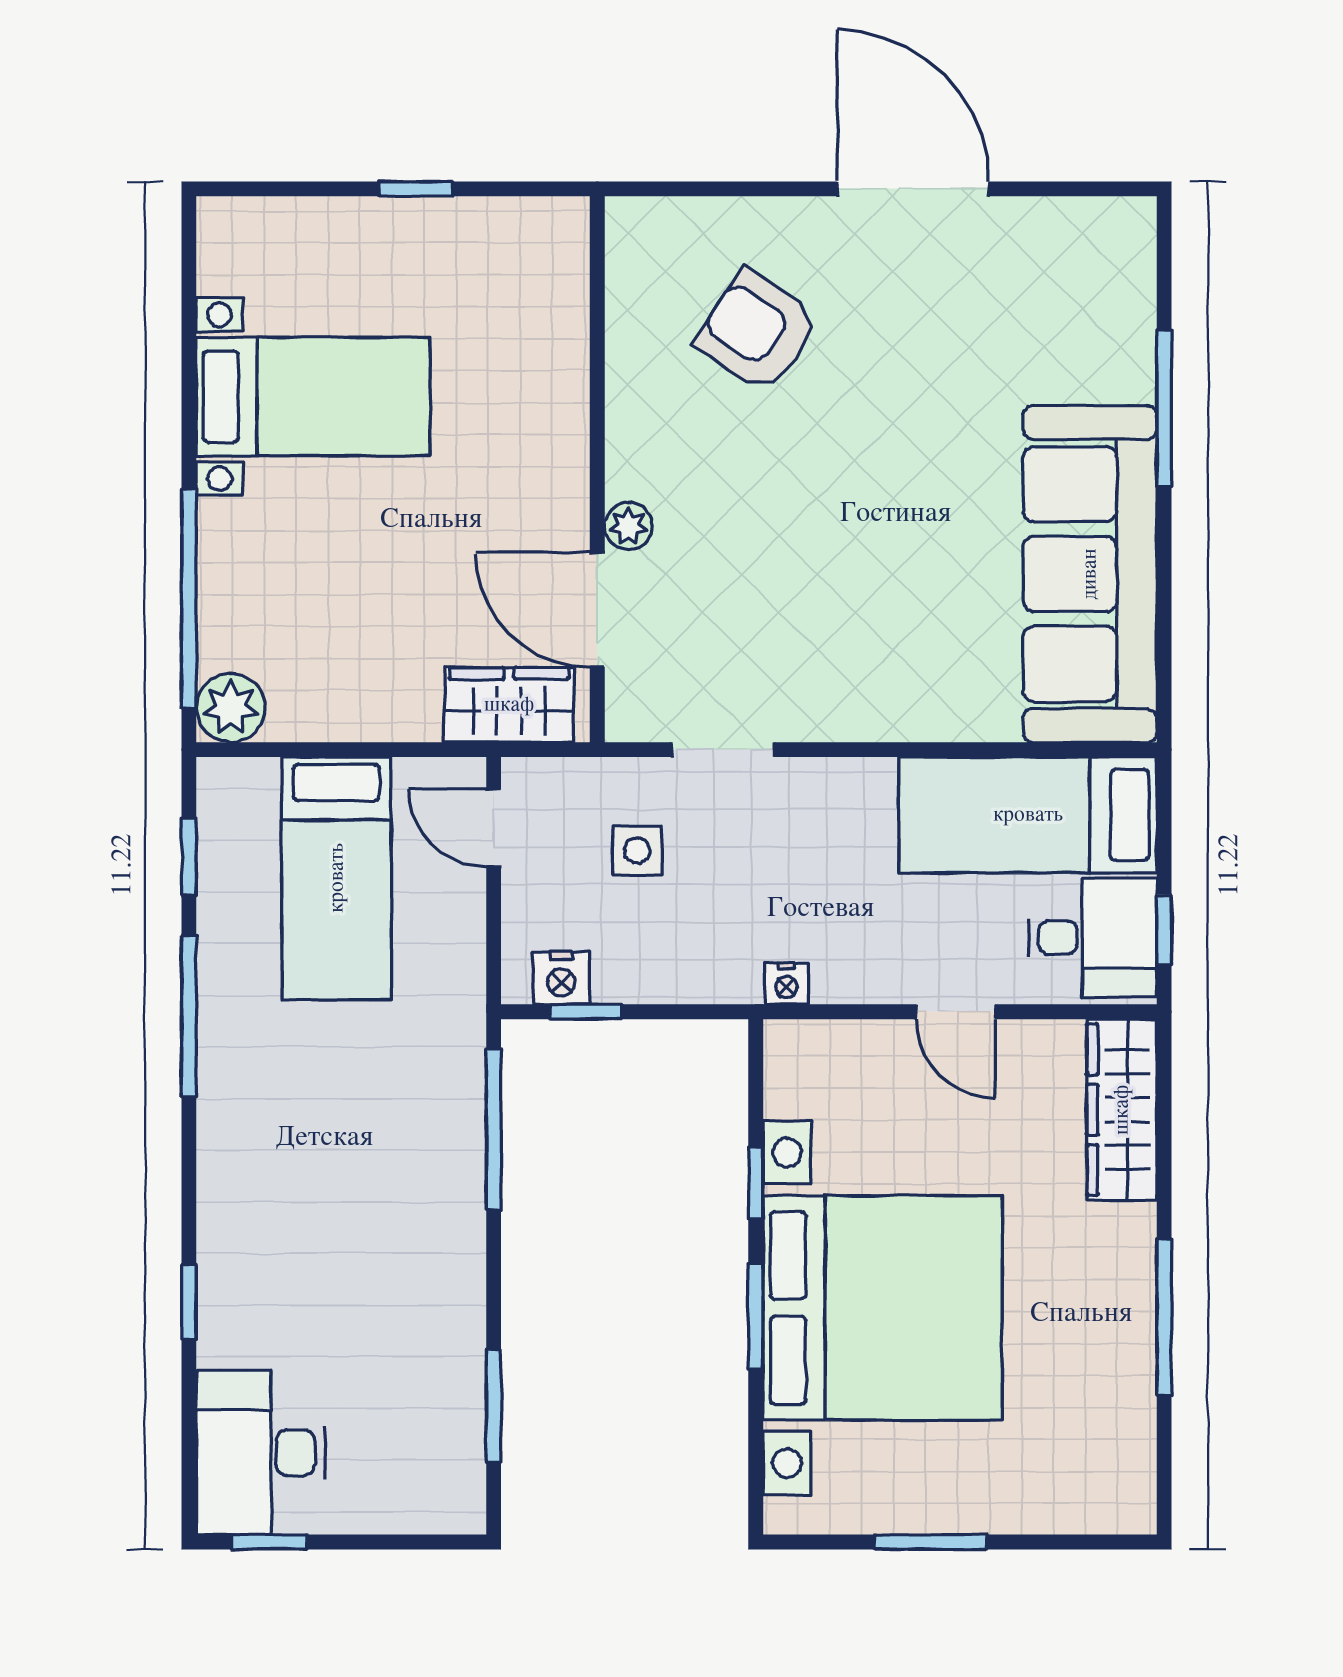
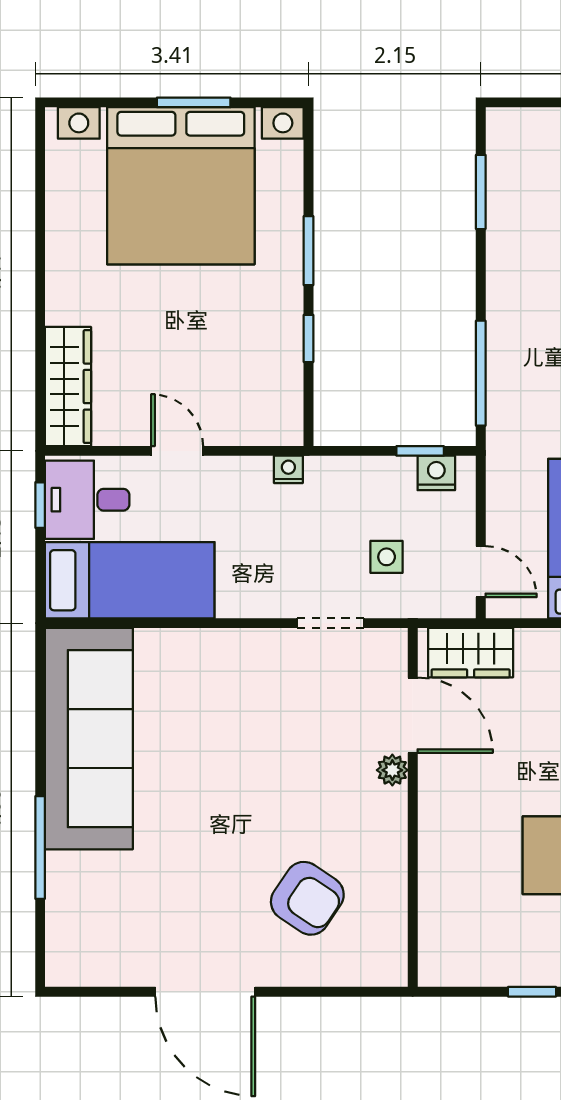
bed with nightstands: (883, 1308) -> (181, 186), moved, turned -90
window: (1164, 1317) -> (40, 250), removed

